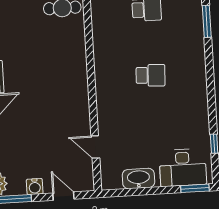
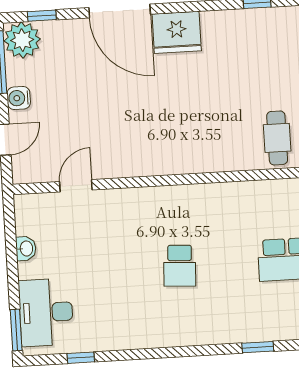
window: (207, 21) -> (258, 347), width x0.67
washbasin: (138, 179) -> (26, 249), width x0.52, depth x0.69

